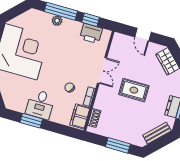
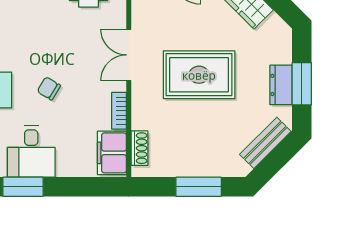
double door: (102, 70) -> (129, 55), swing flipped
chair: (70, 87) -> (49, 88), moved
rug: (134, 90) -> (199, 75), width x1.36, depth x1.43

